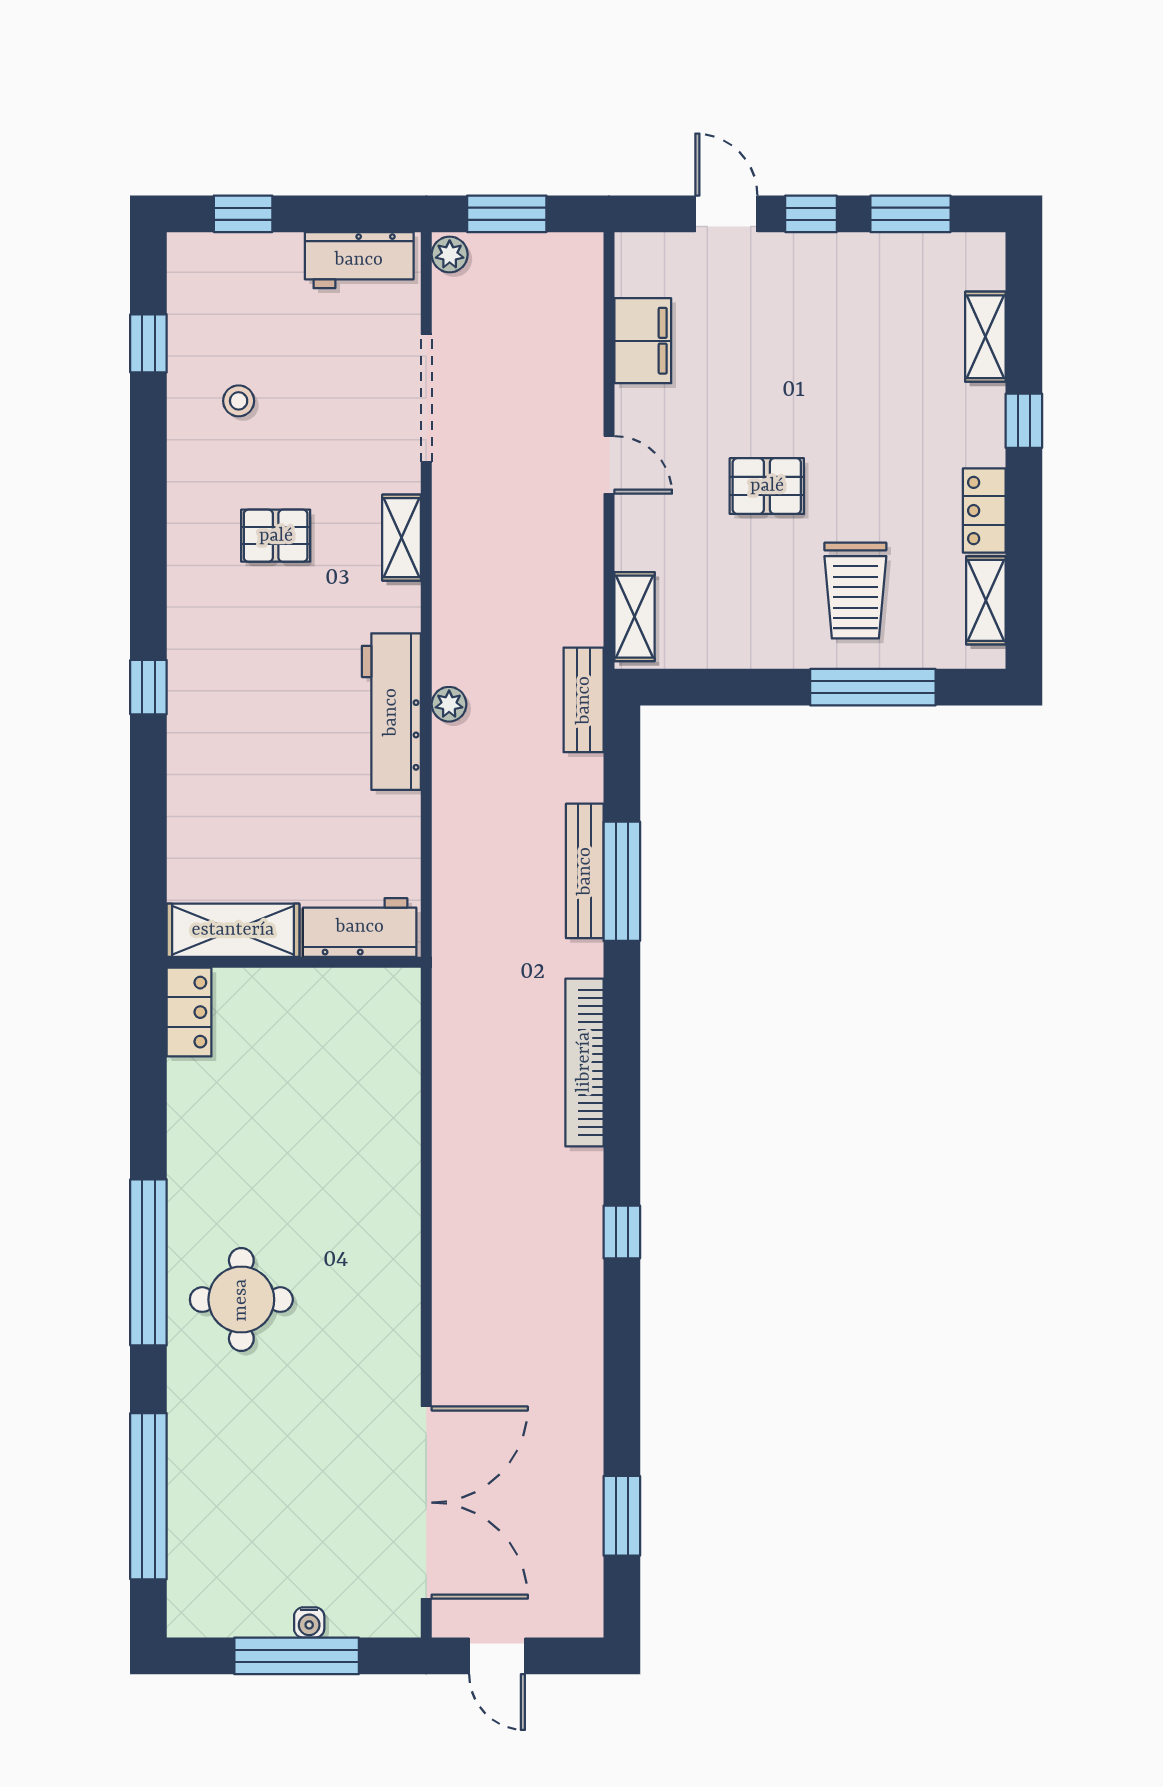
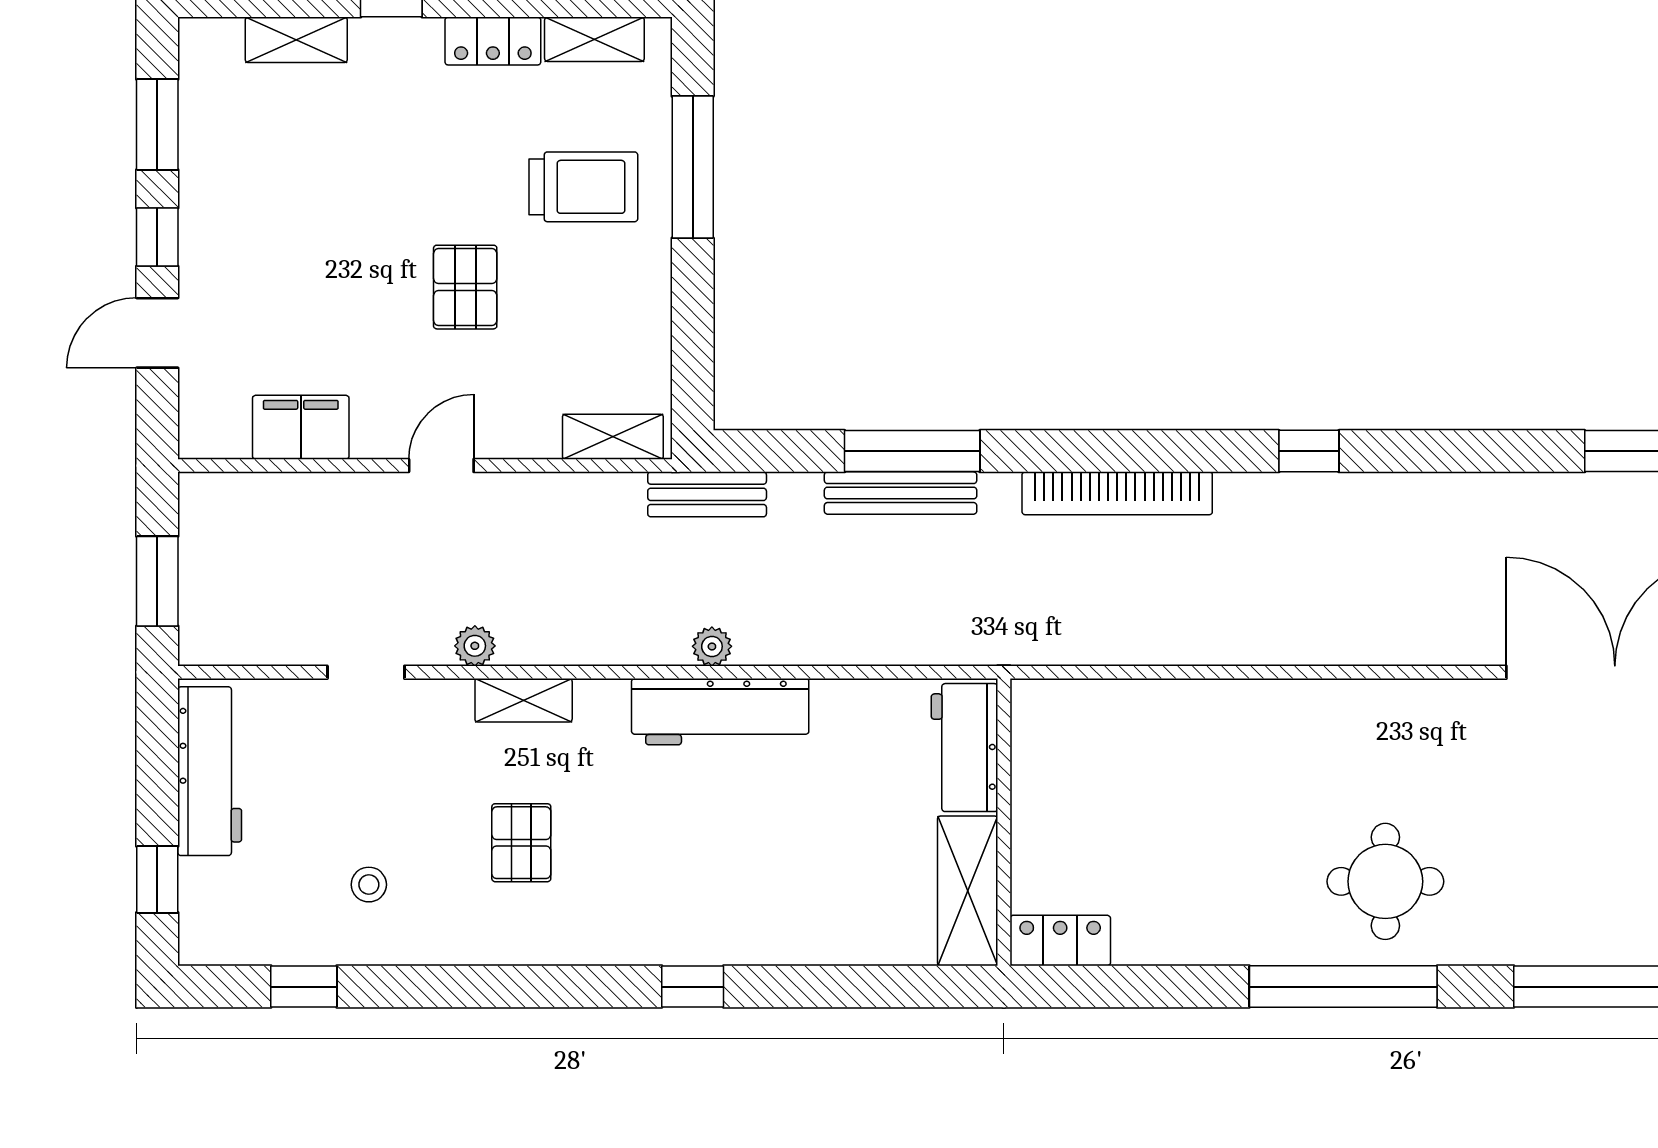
plant: (450, 254) -> (475, 646), moved
workbench: (359, 260) -> (210, 771), width x1.38
doorway: (426, 398) -> (366, 672), width x0.53

